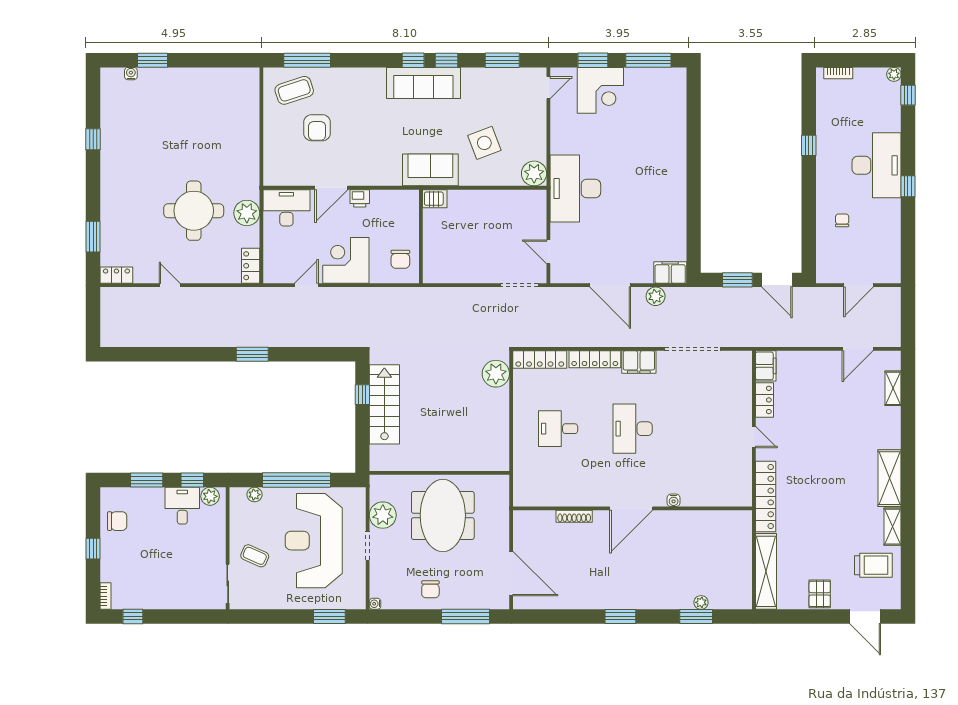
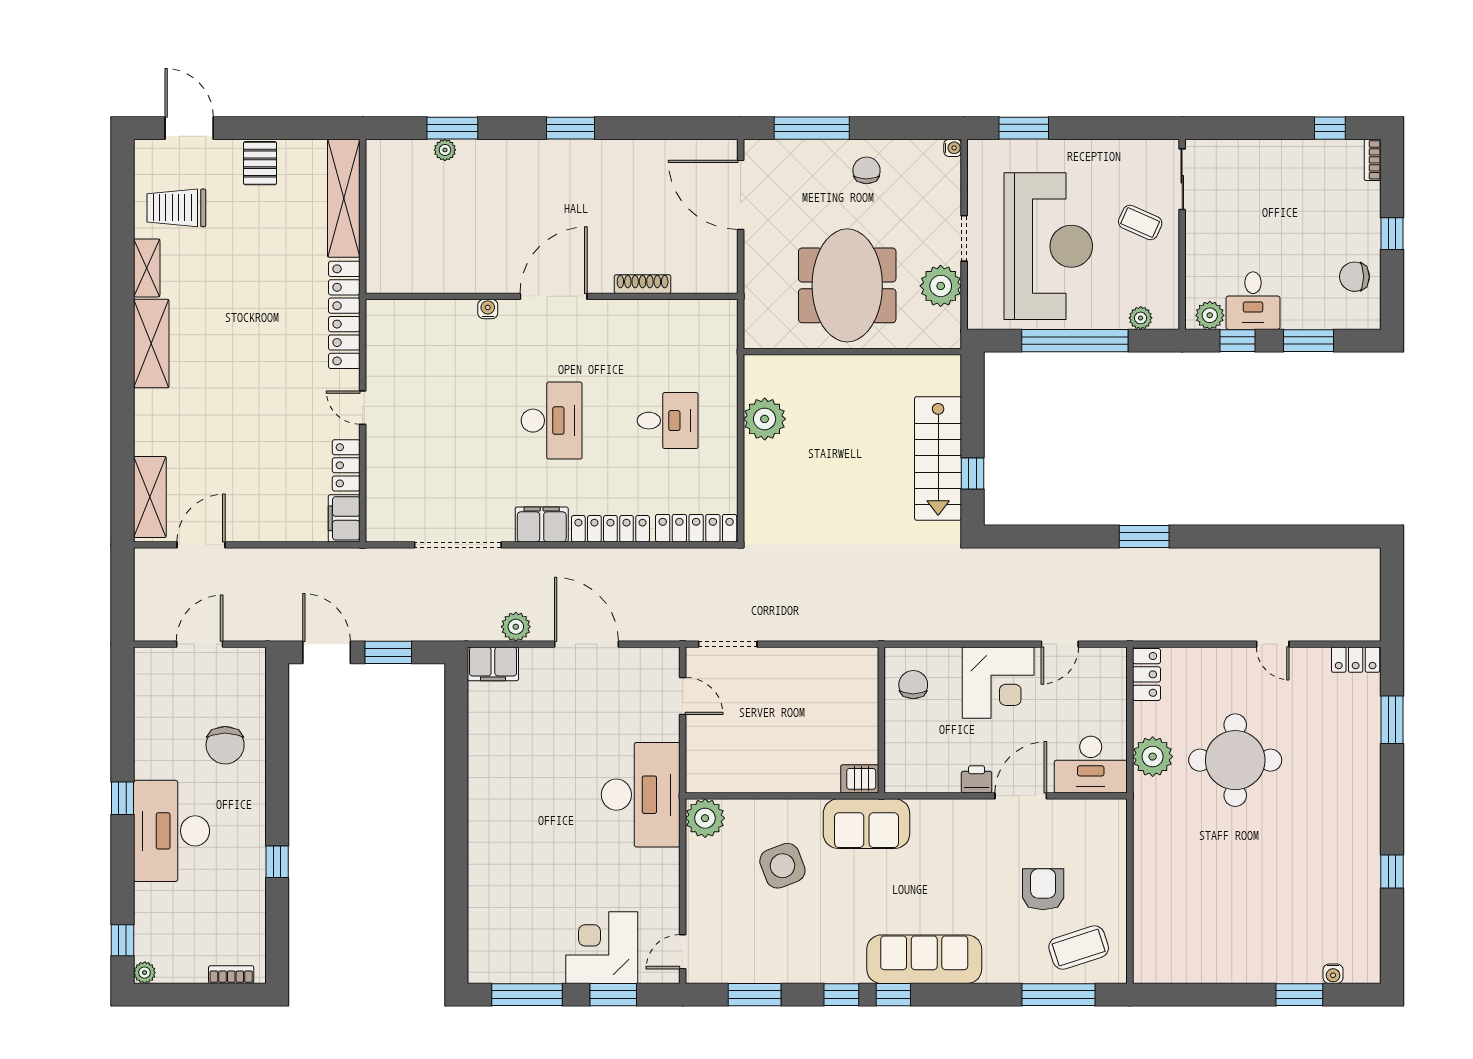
sofa: (423, 83) -> (924, 959), moved
chair: (842, 220) -> (225, 745), width x1.87, depth x1.87
plant: (496, 374) -> (765, 419), moved
shelving: (893, 388) -> (150, 497), width x1.50, depth x1.33

